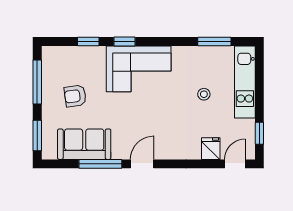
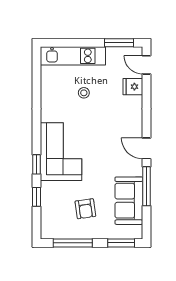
window: (214, 42) -> (36, 83), removed
window: (259, 133) -> (119, 43), width x1.50

